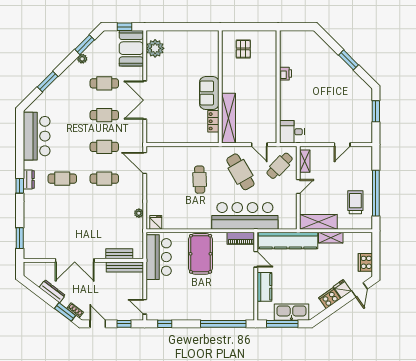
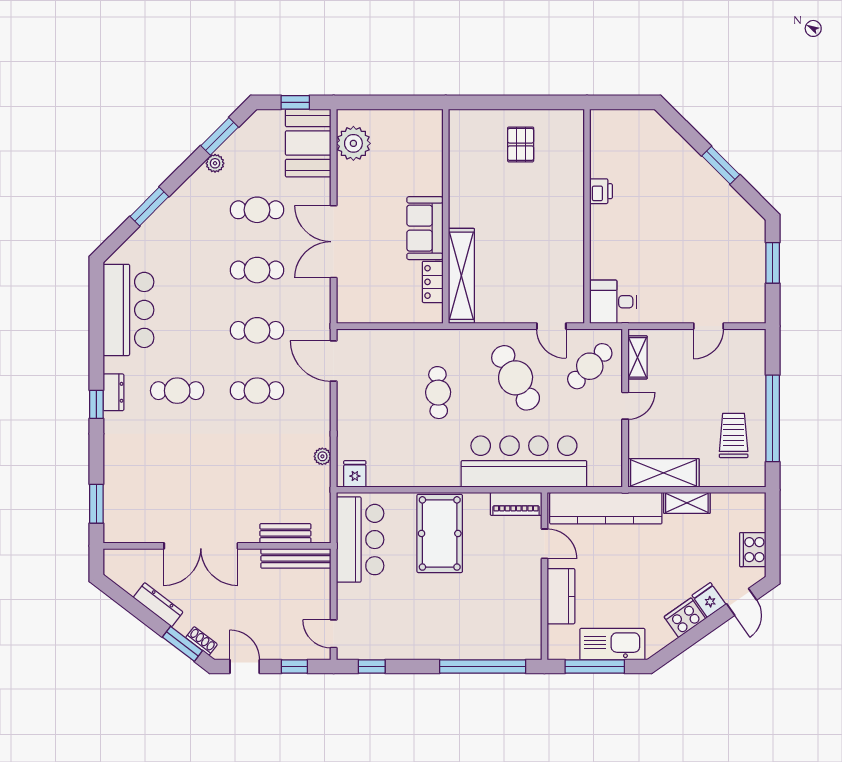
wall: (220, 87) -> (446, 216), moved
sofa: (209, 93) -> (425, 228), moved
shelving: (228, 118) -> (461, 276), moved
locker: (213, 121) -> (433, 282), moved

